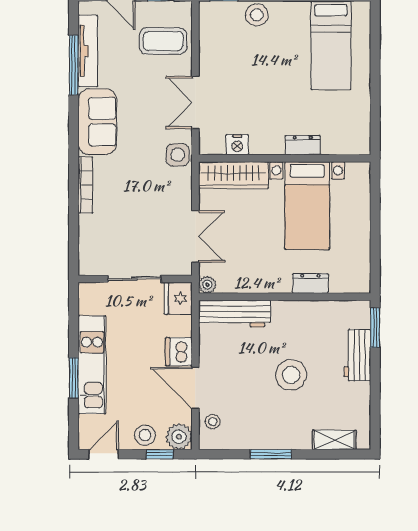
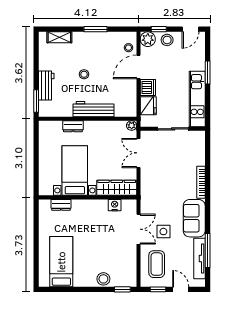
coffee table: (163, 41) -> (157, 264), turned 90
dresser: (303, 145) -> (61, 205), moved
side table: (178, 155) -> (163, 232), moved
fridge: (178, 298) -> (148, 106), moved
workbench: (235, 314) -> (93, 109), moved
kitchen unit: (92, 365) -> (197, 99), moved
stool: (291, 375) -> (84, 74), width x0.53, depth x0.53
door: (195, 388) -> (138, 67), swing flipped

